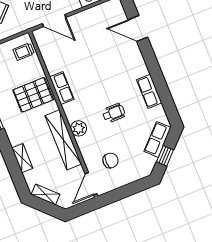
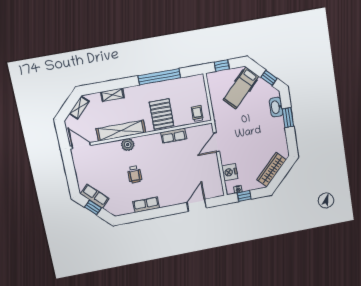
row of seats: (62, 88) -> (173, 136), moved
row of seats: (158, 139) -> (95, 196), moved
chair: (110, 161) -> (97, 165), removed

